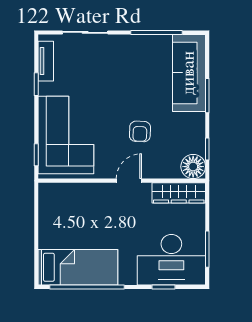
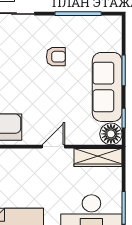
sofa: (189, 73) -> (107, 87), moved
armchair: (140, 131) -> (56, 57), moved, turned -92

